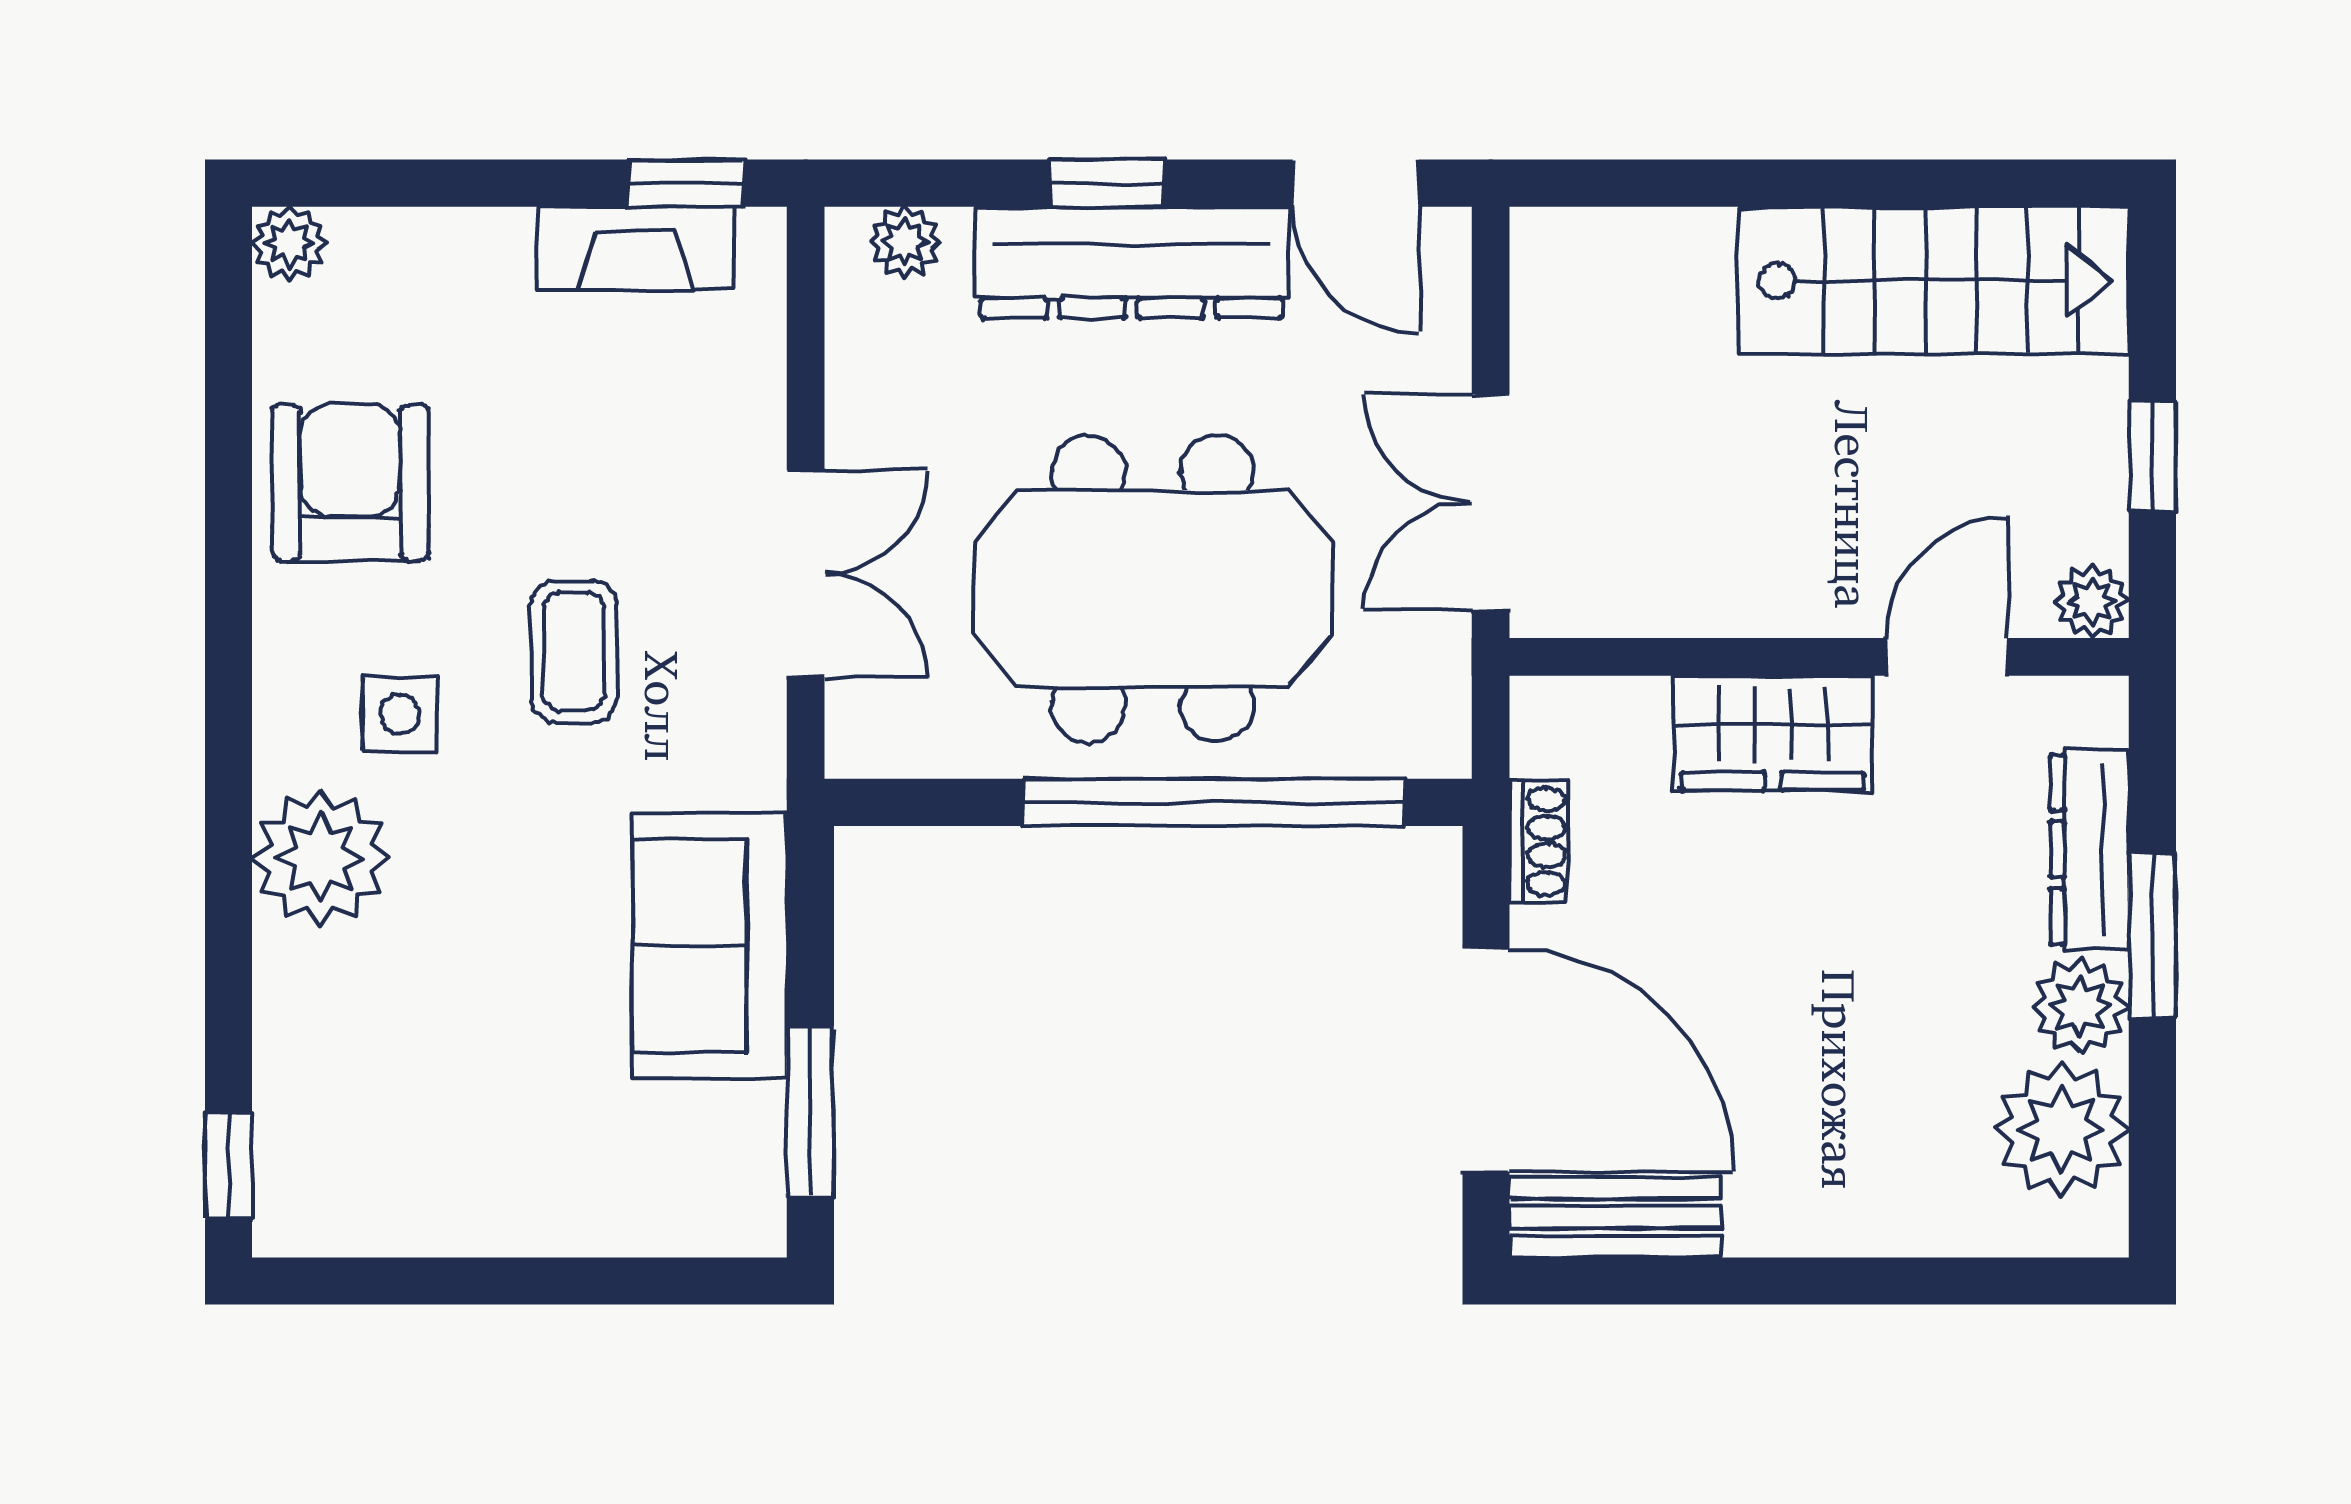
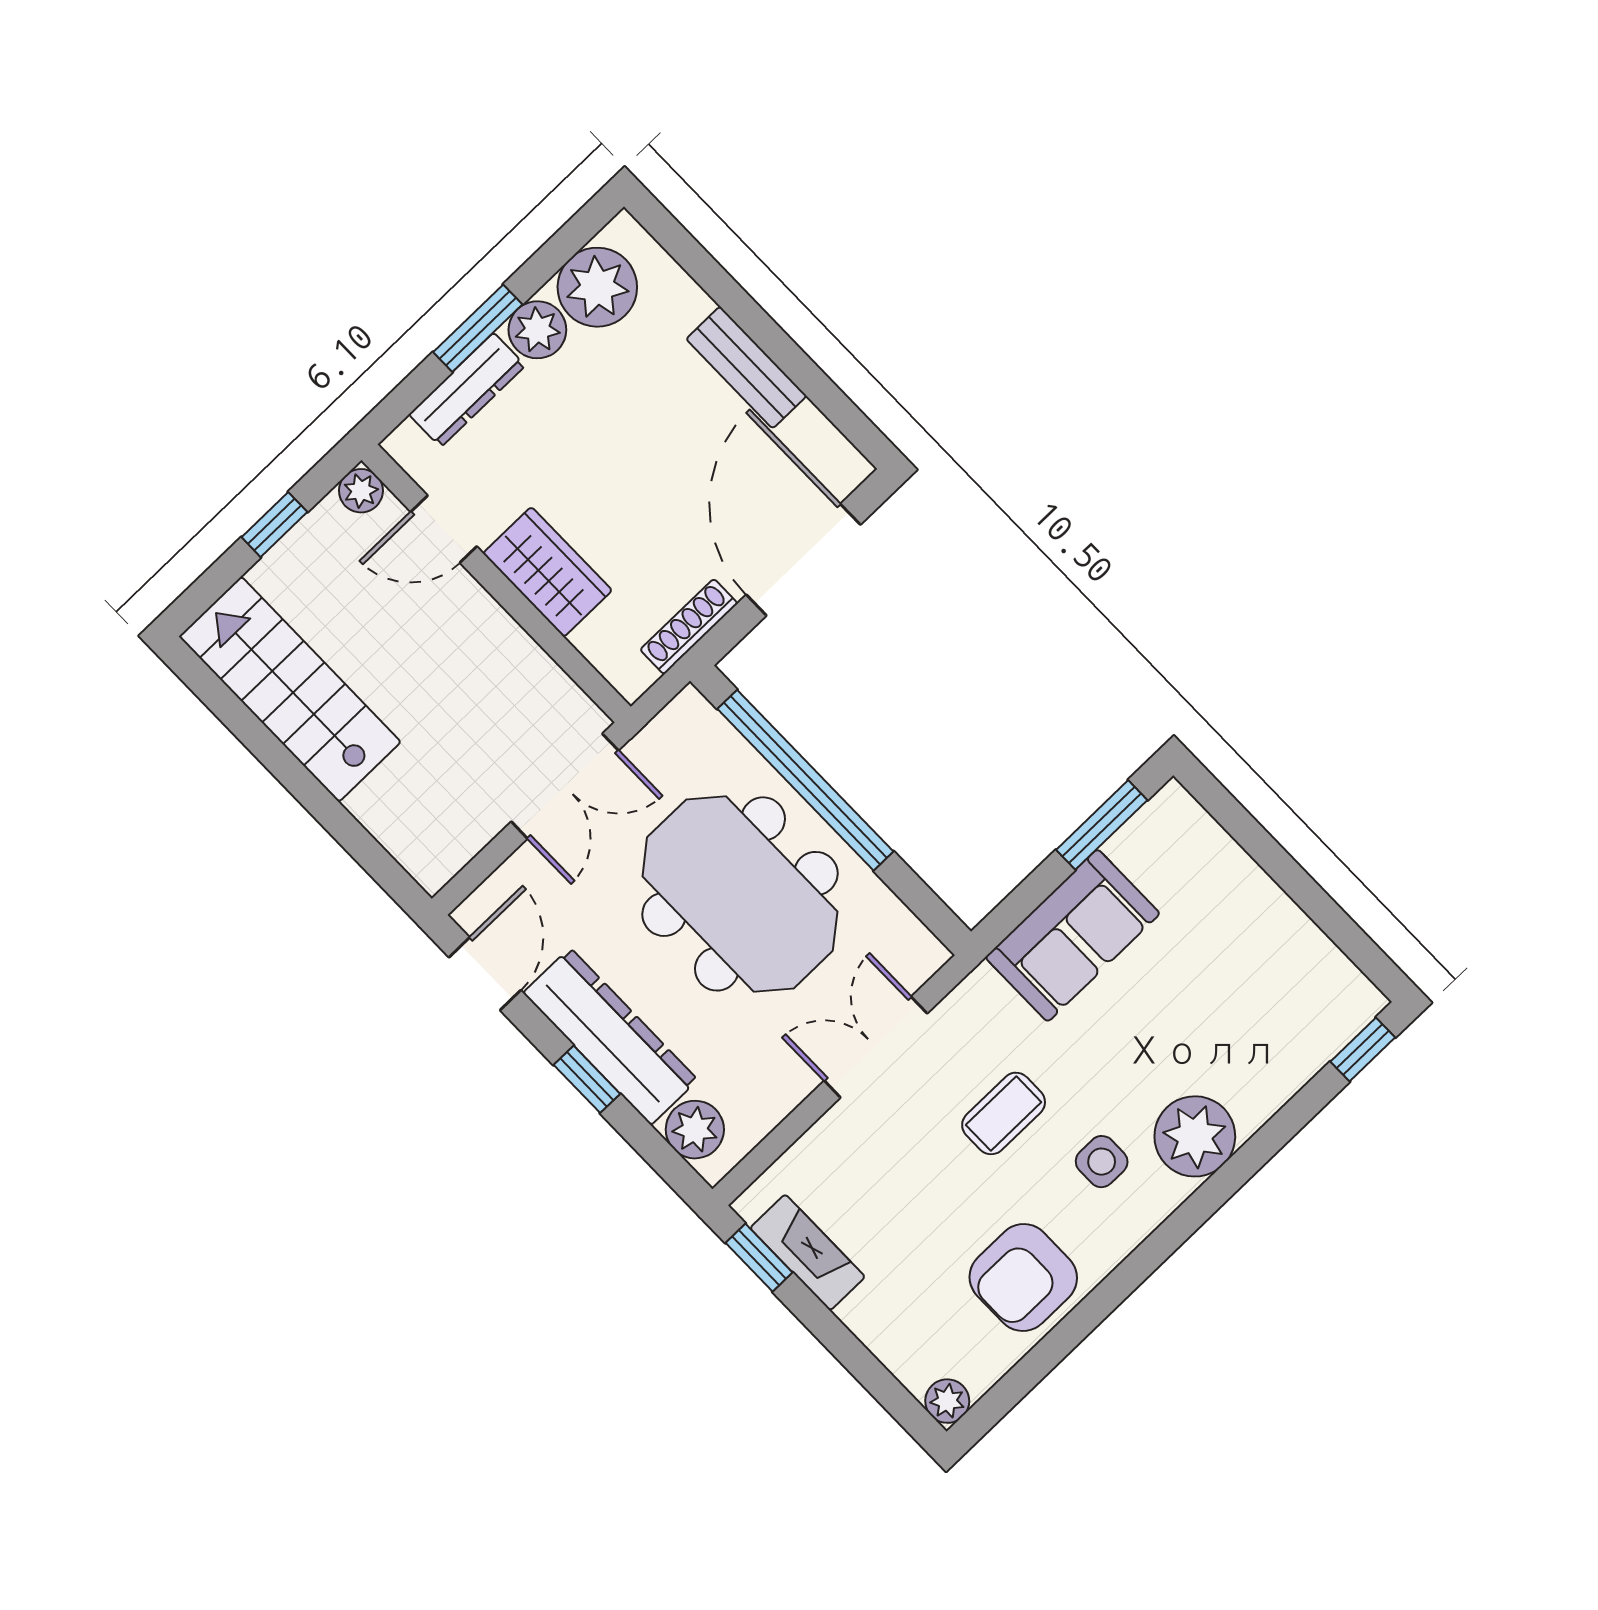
plant: (905, 242) -> (695, 1130), width x1.38, depth x1.38
shoe rack: (1539, 841) -> (689, 627), width x1.43
bench: (1616, 1217) -> (746, 367), moved

